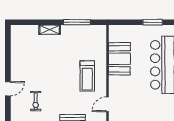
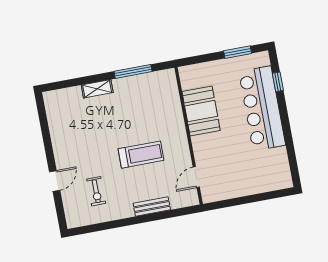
treadmill: (87, 76) -> (141, 155), moved, turned -90

